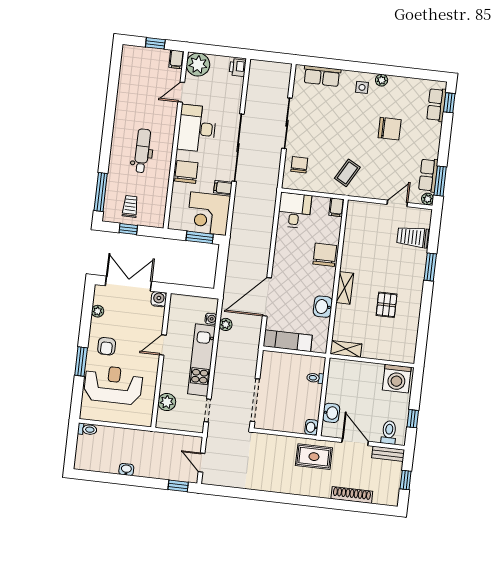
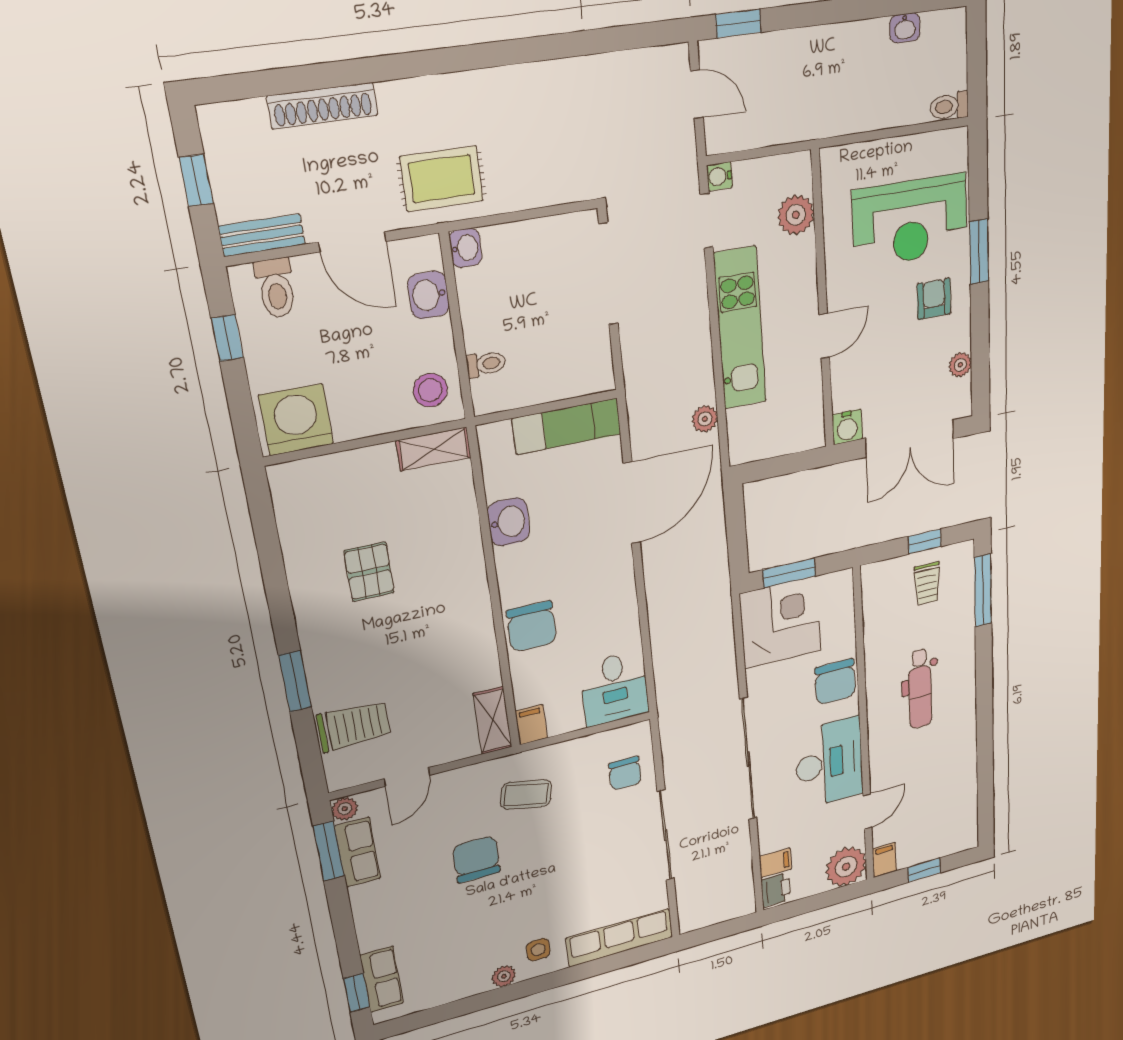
row of seats: (322, 76) -> (619, 938), width x1.48
chair: (390, 129) -> (476, 859), moved, turned 90
coffee table: (347, 173) -> (526, 795), turned 73
filing cabinet: (223, 188) -> (775, 863), moved
shelving: (345, 288) -> (493, 720), moved
water cooler: (211, 319) -> (719, 176), moved
stool: (341, 374) -> (430, 390), added
washbasin: (126, 469) -> (905, 28), moved

